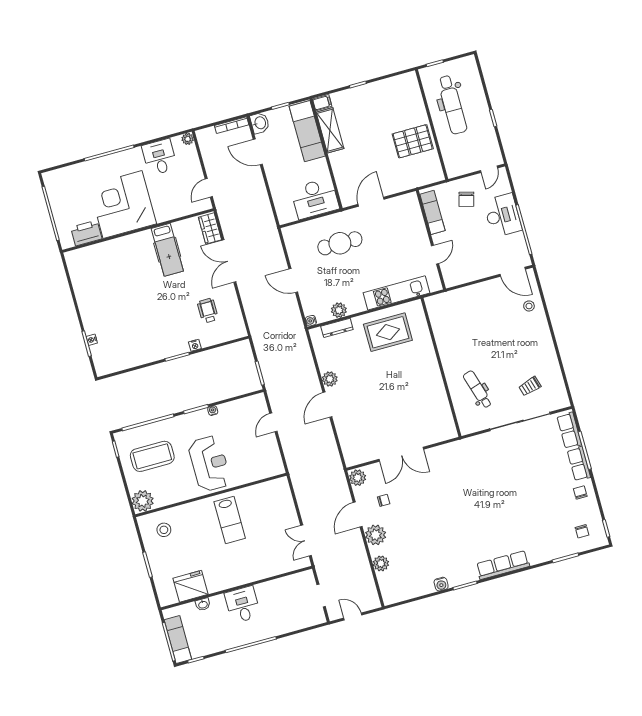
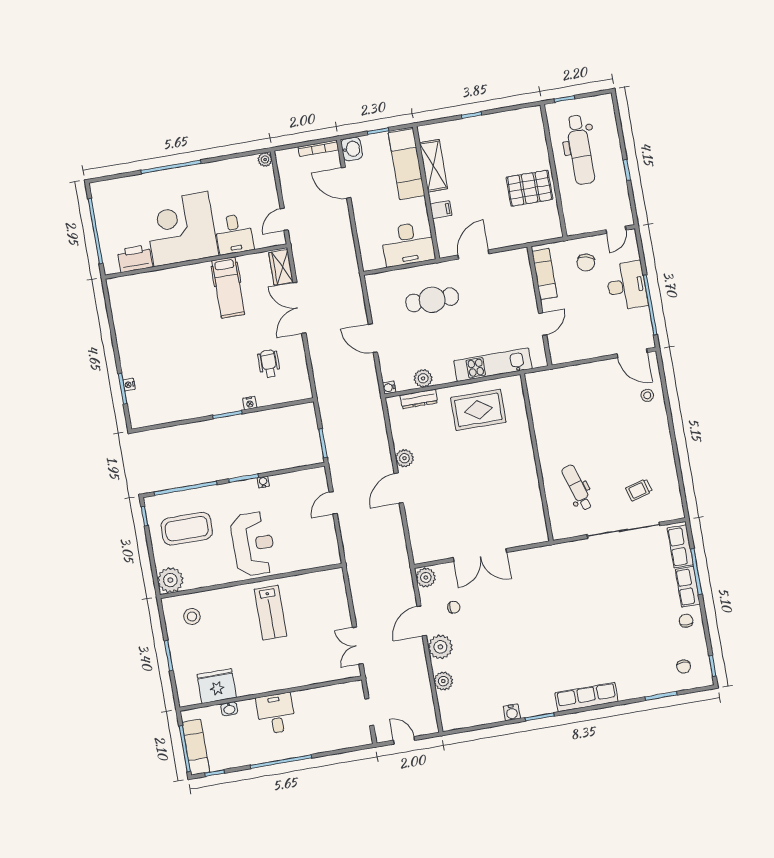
filing cabinet: (322, 103) -> (441, 210), moved
desk: (159, 157) -> (234, 234), moved, turned 180

